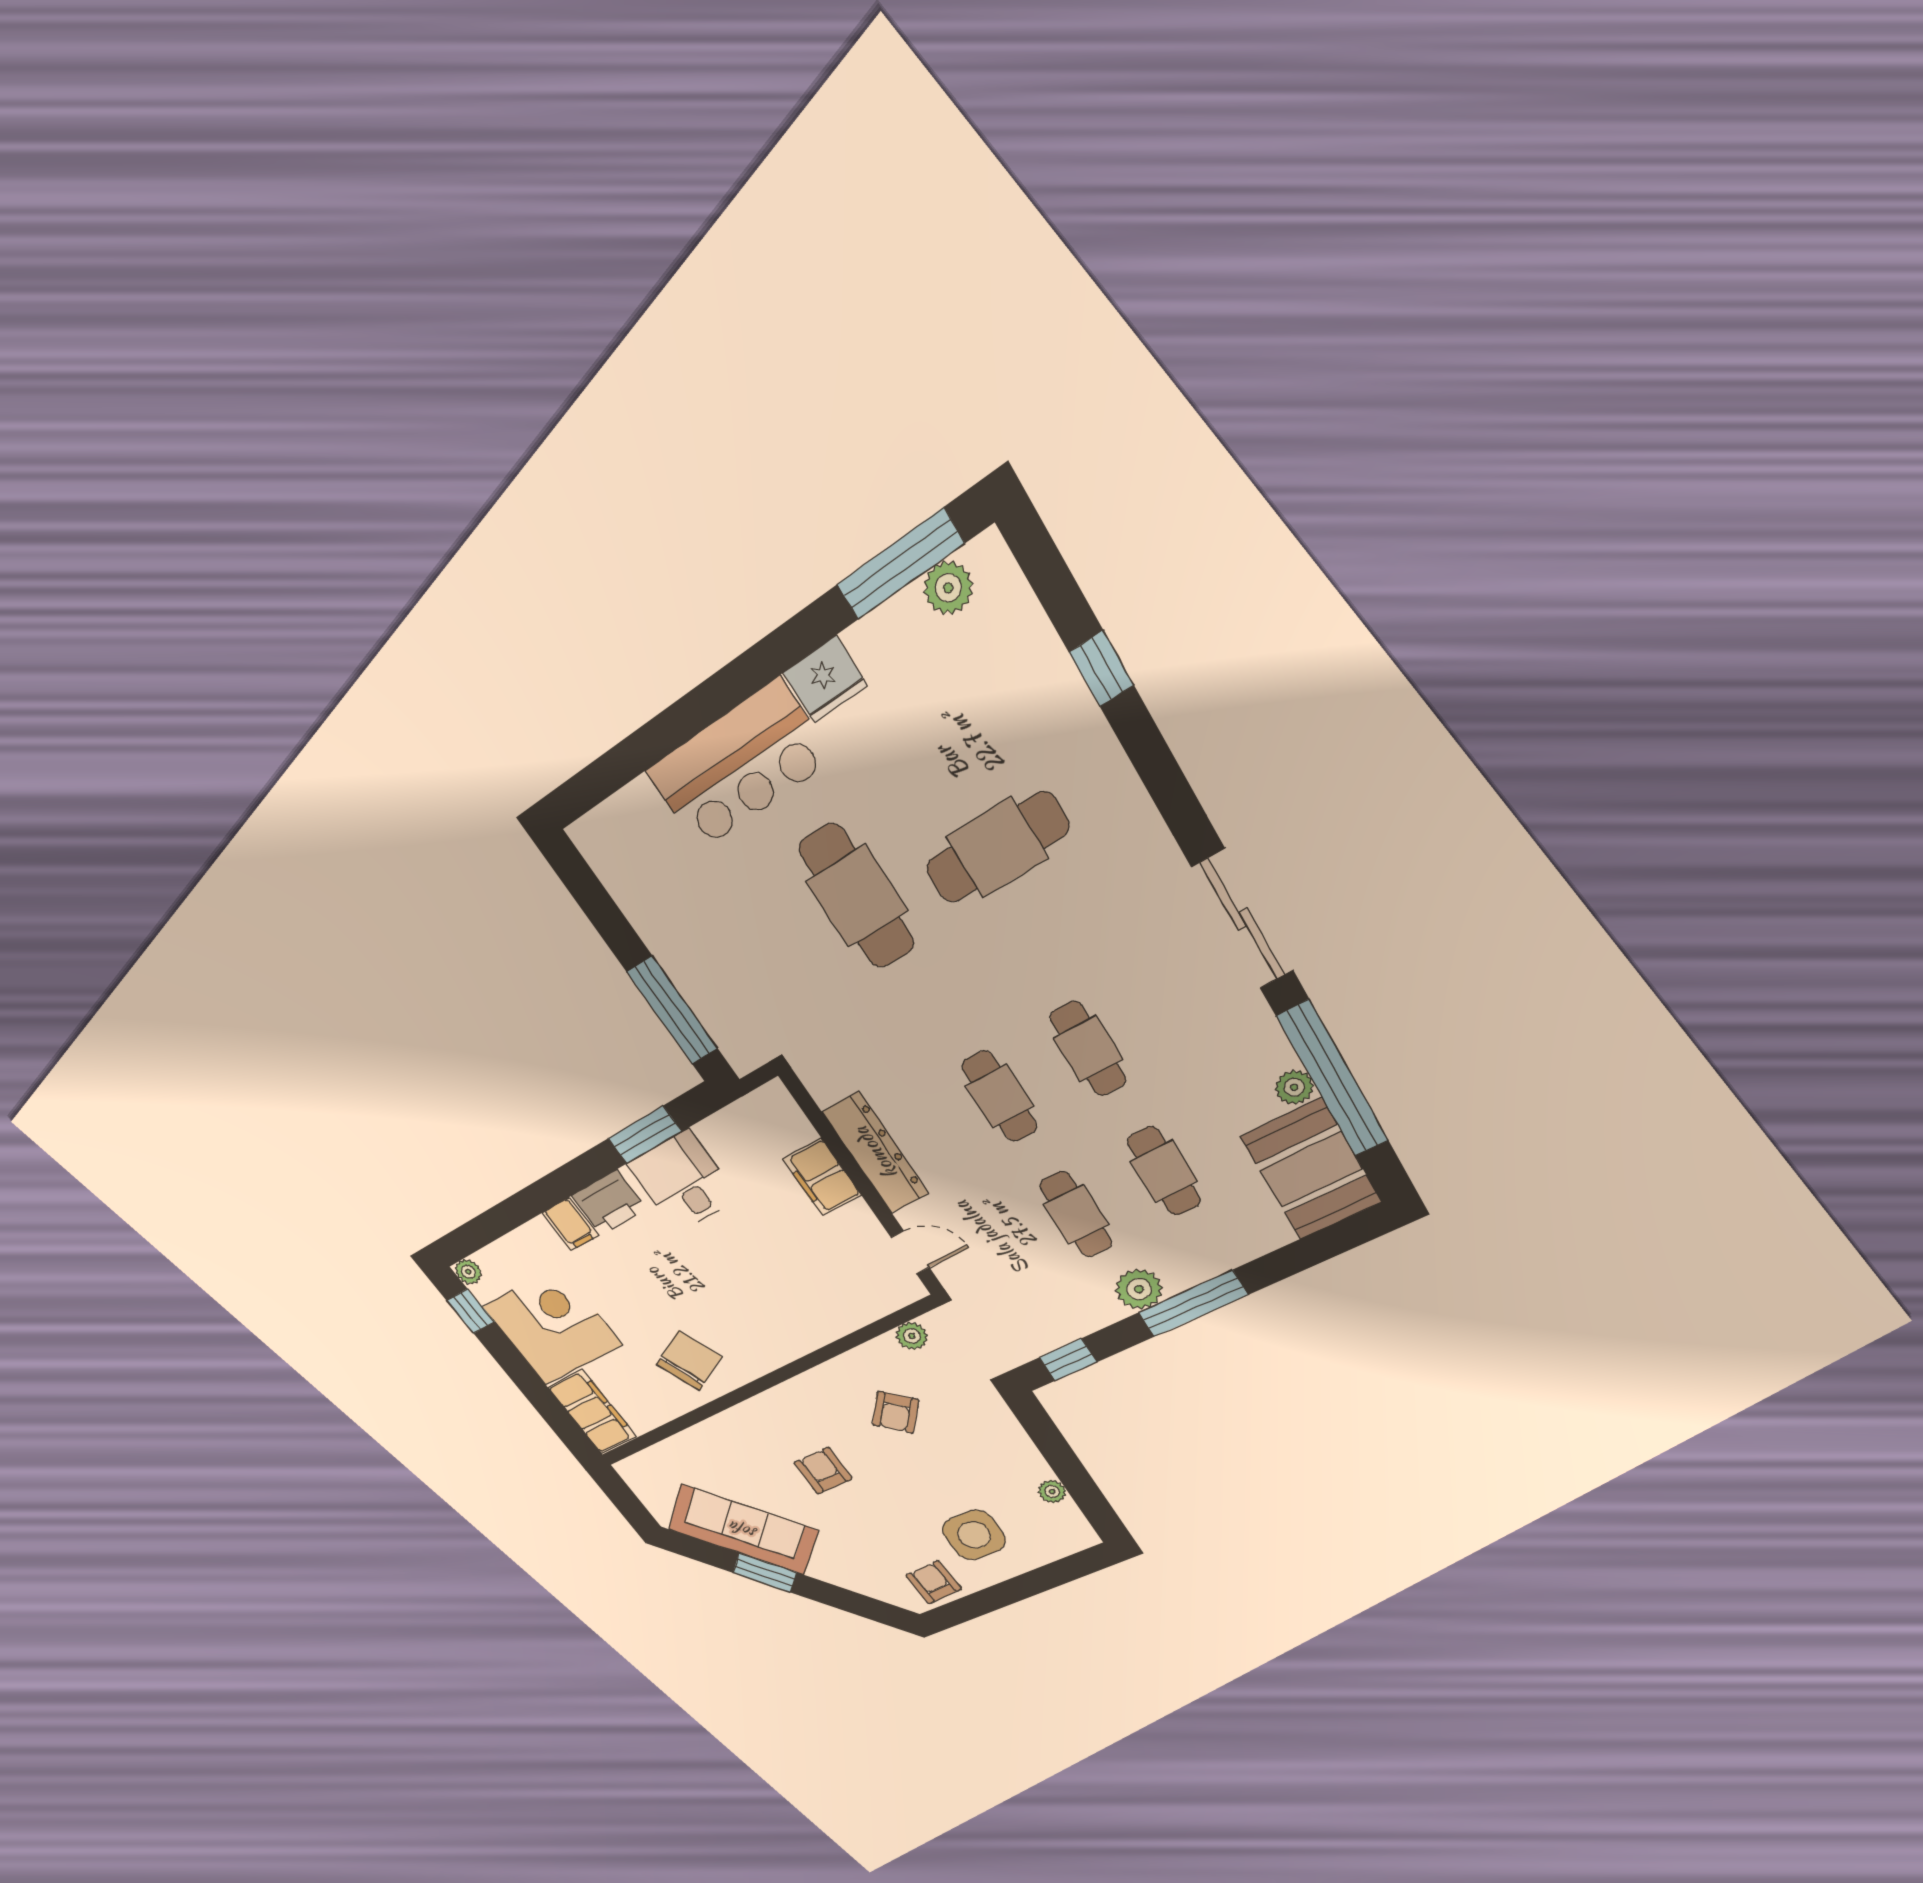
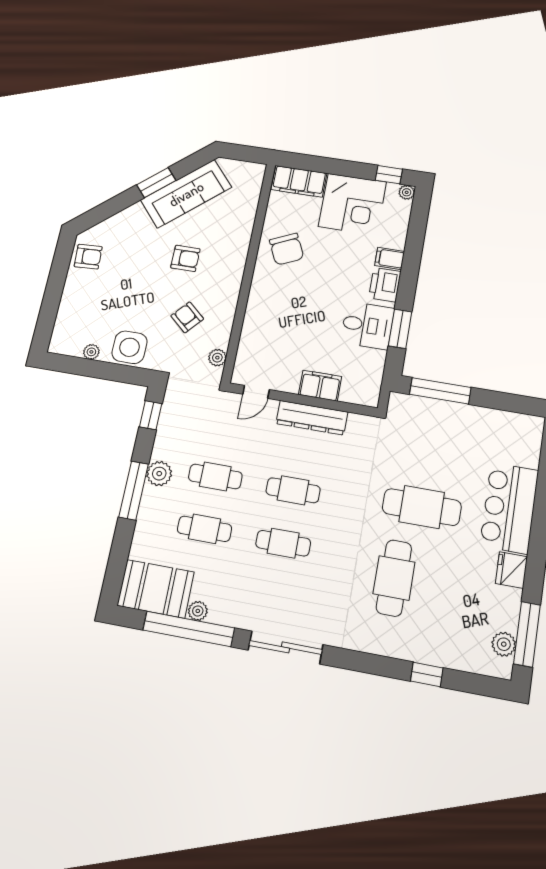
side table: (974, 1535) -> (129, 347), moved

